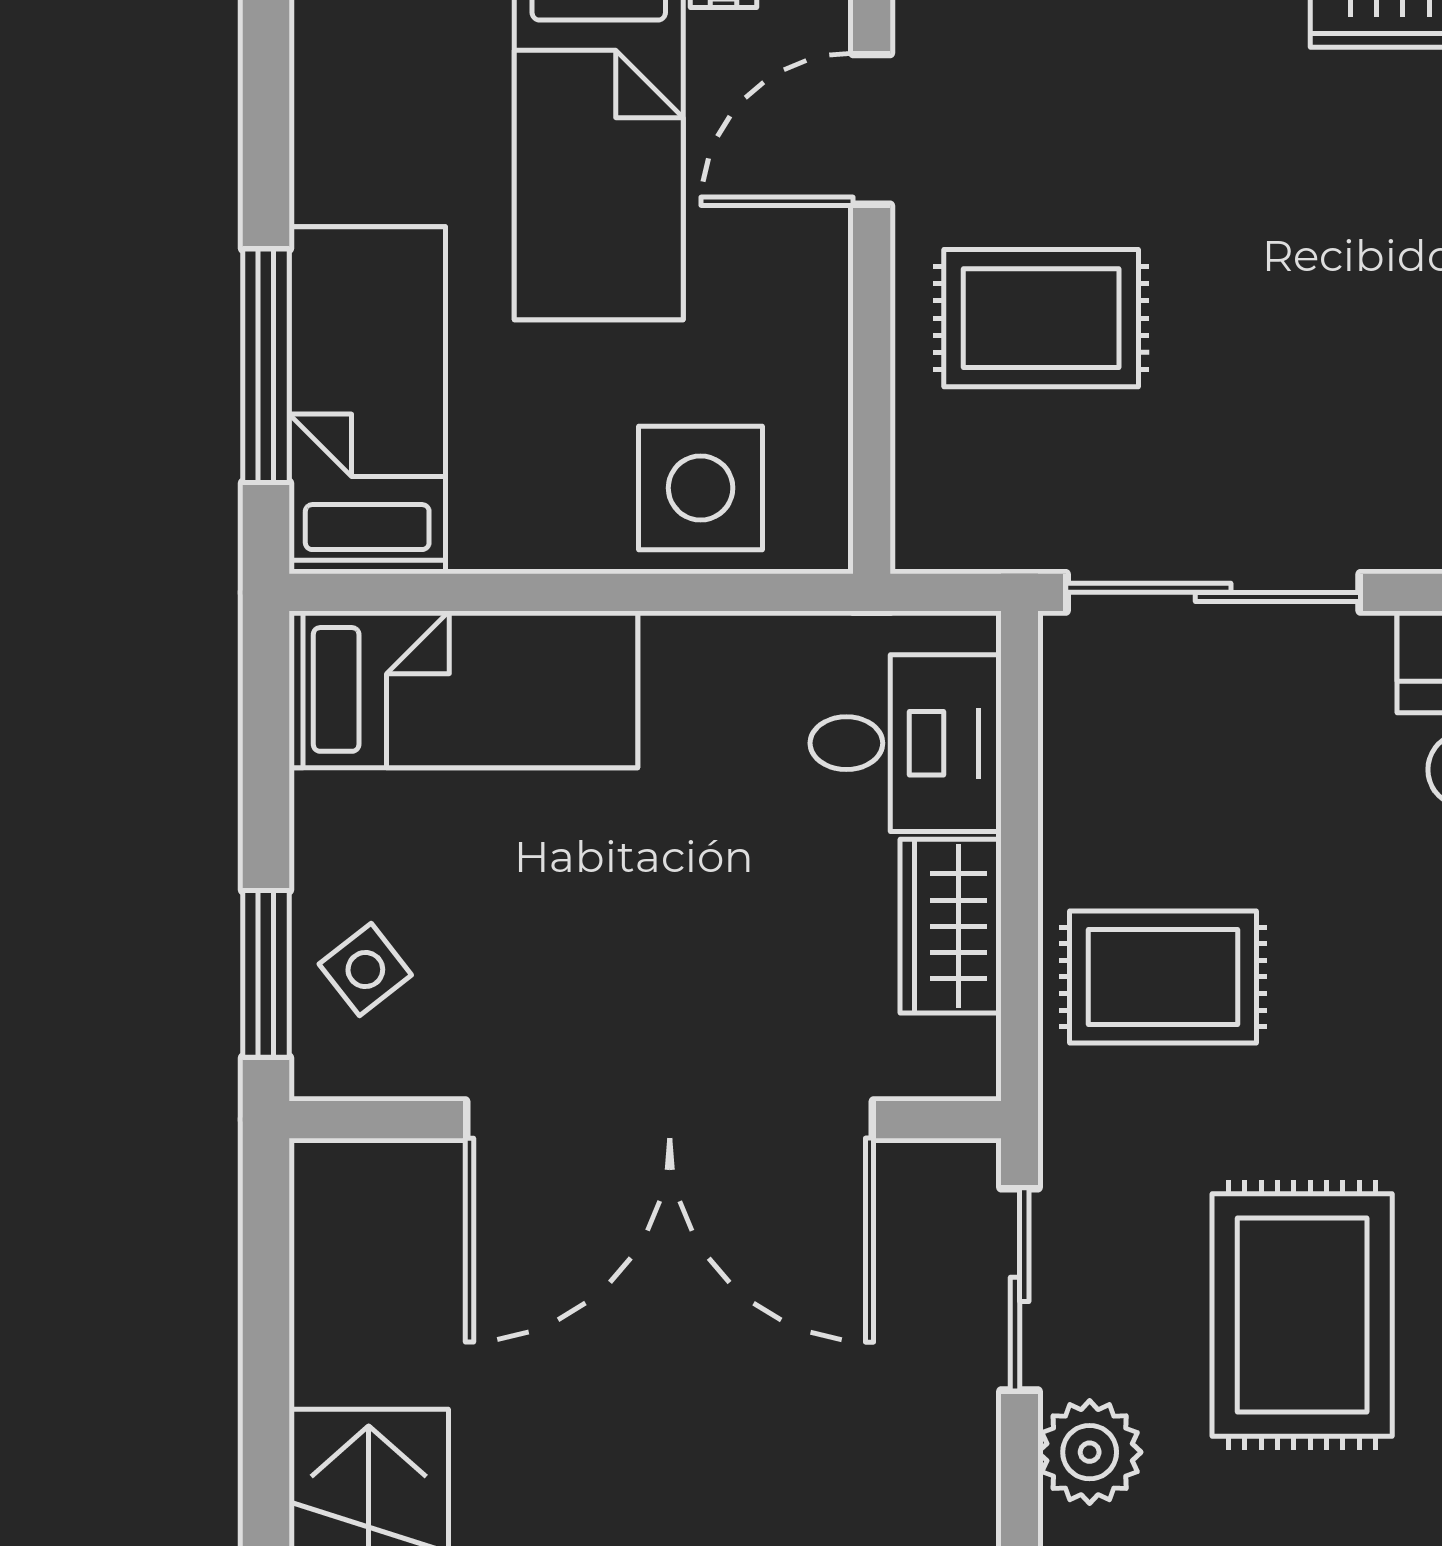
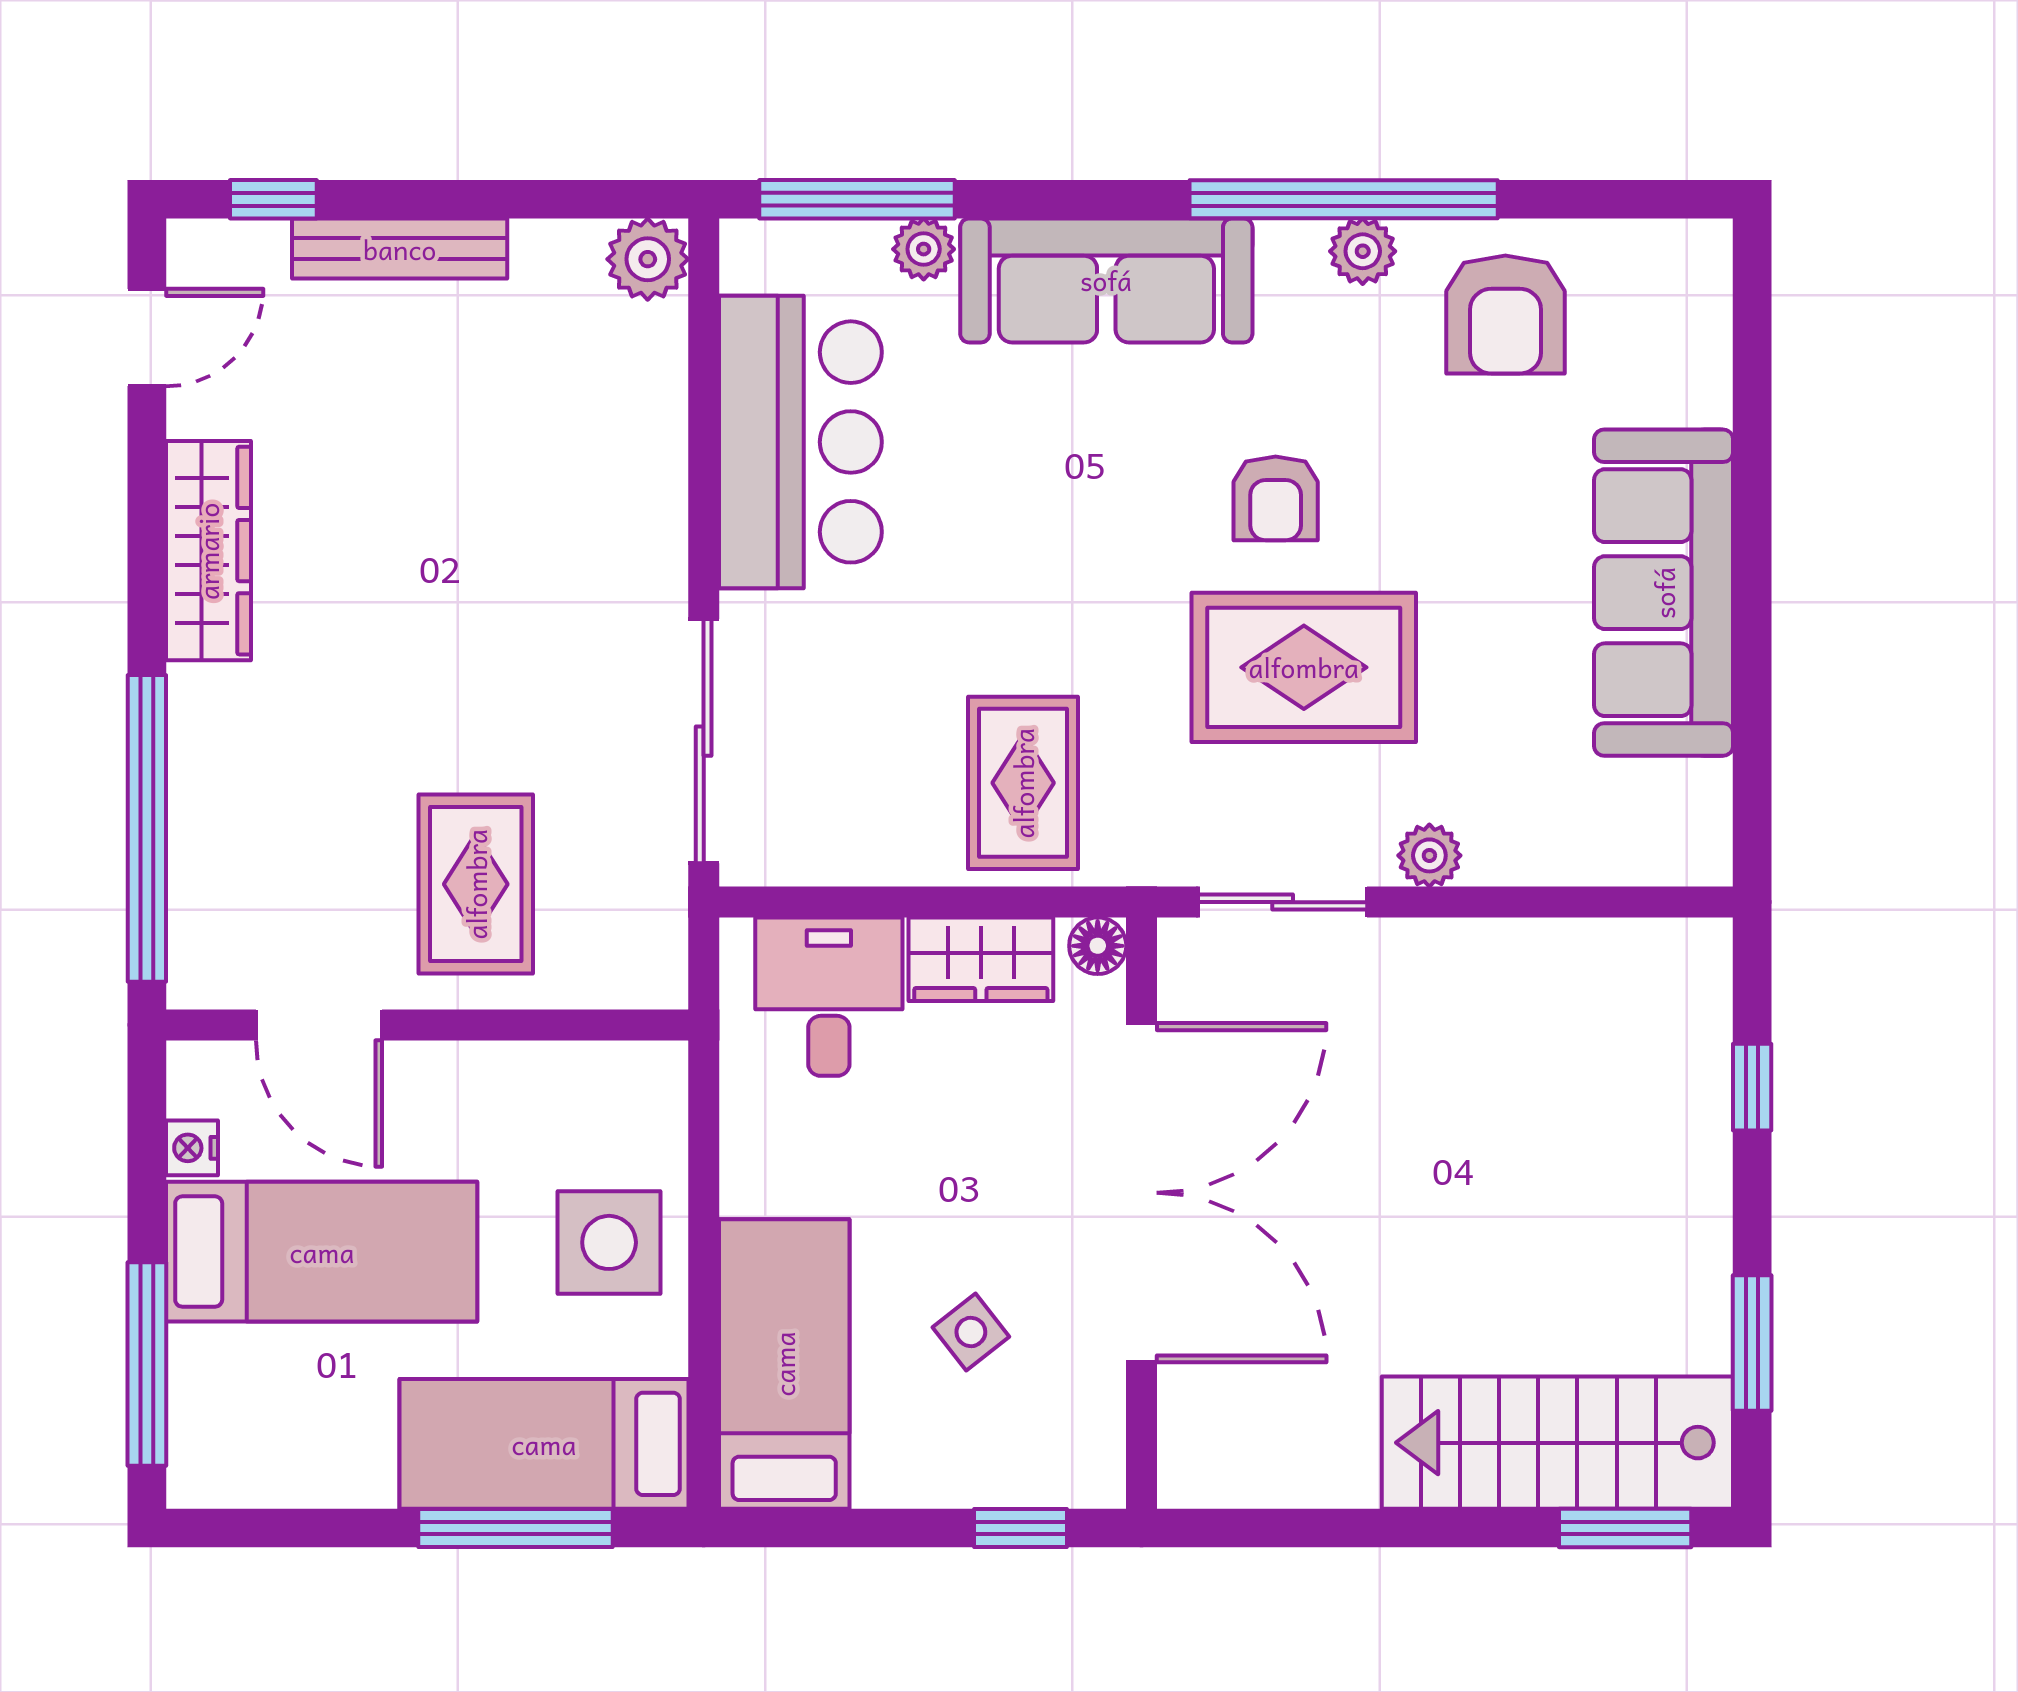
side table: (701, 488) -> (609, 1242), moved
side table: (365, 970) -> (971, 1332), moved
window: (266, 974) -> (1020, 1528), width x0.67
floor lamp: (967, 1067) -> (1098, 946), added
plant: (1090, 1452) -> (1429, 855), width x0.73, depth x0.73

